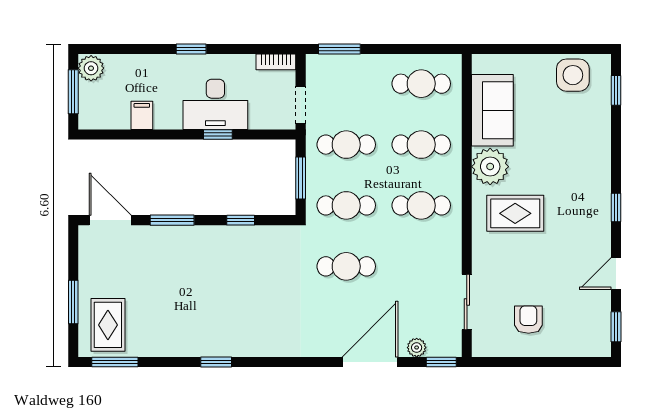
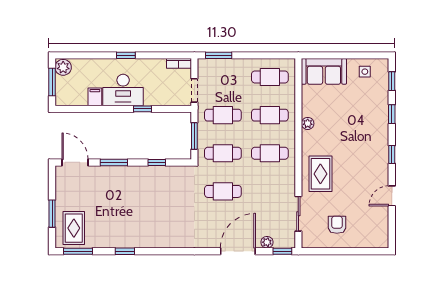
side table: (573, 75) -> (365, 72), width x0.54, depth x0.54
desk: (215, 104) -> (123, 90), moved
sofa: (492, 110) -> (324, 71), moved, turned 90
plant: (490, 167) -> (308, 123), width x0.53, depth x0.53
rug: (515, 213) -> (320, 174), moved, turned 90
window: (616, 327) -> (392, 114), moved
window: (216, 362) -> (125, 251), moved

